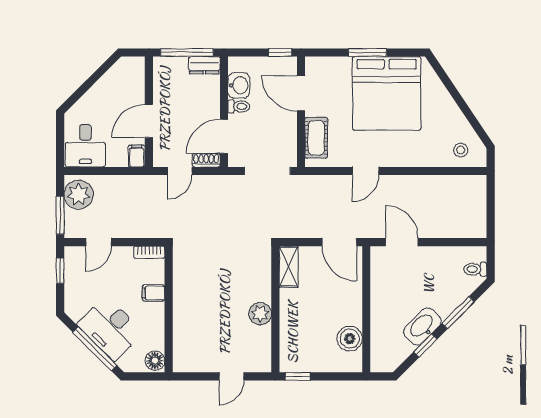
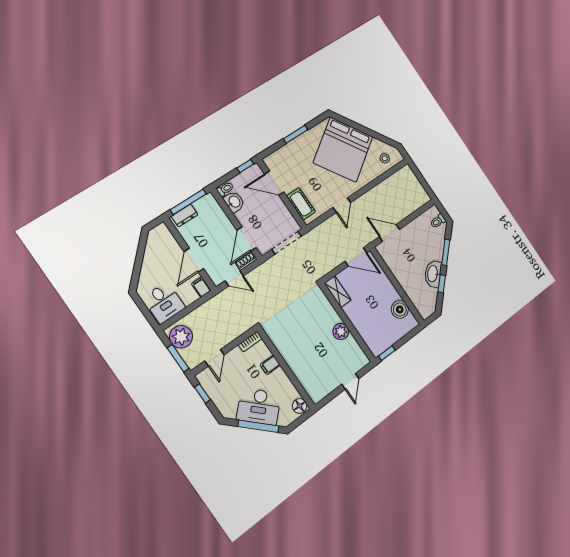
dresser: (204, 65) -> (185, 216), moved
bed: (387, 93) -> (343, 150), moved, turned 56
toilet: (239, 106) -> (225, 189), moved
door: (180, 171) -> (234, 278), hinge flipped

